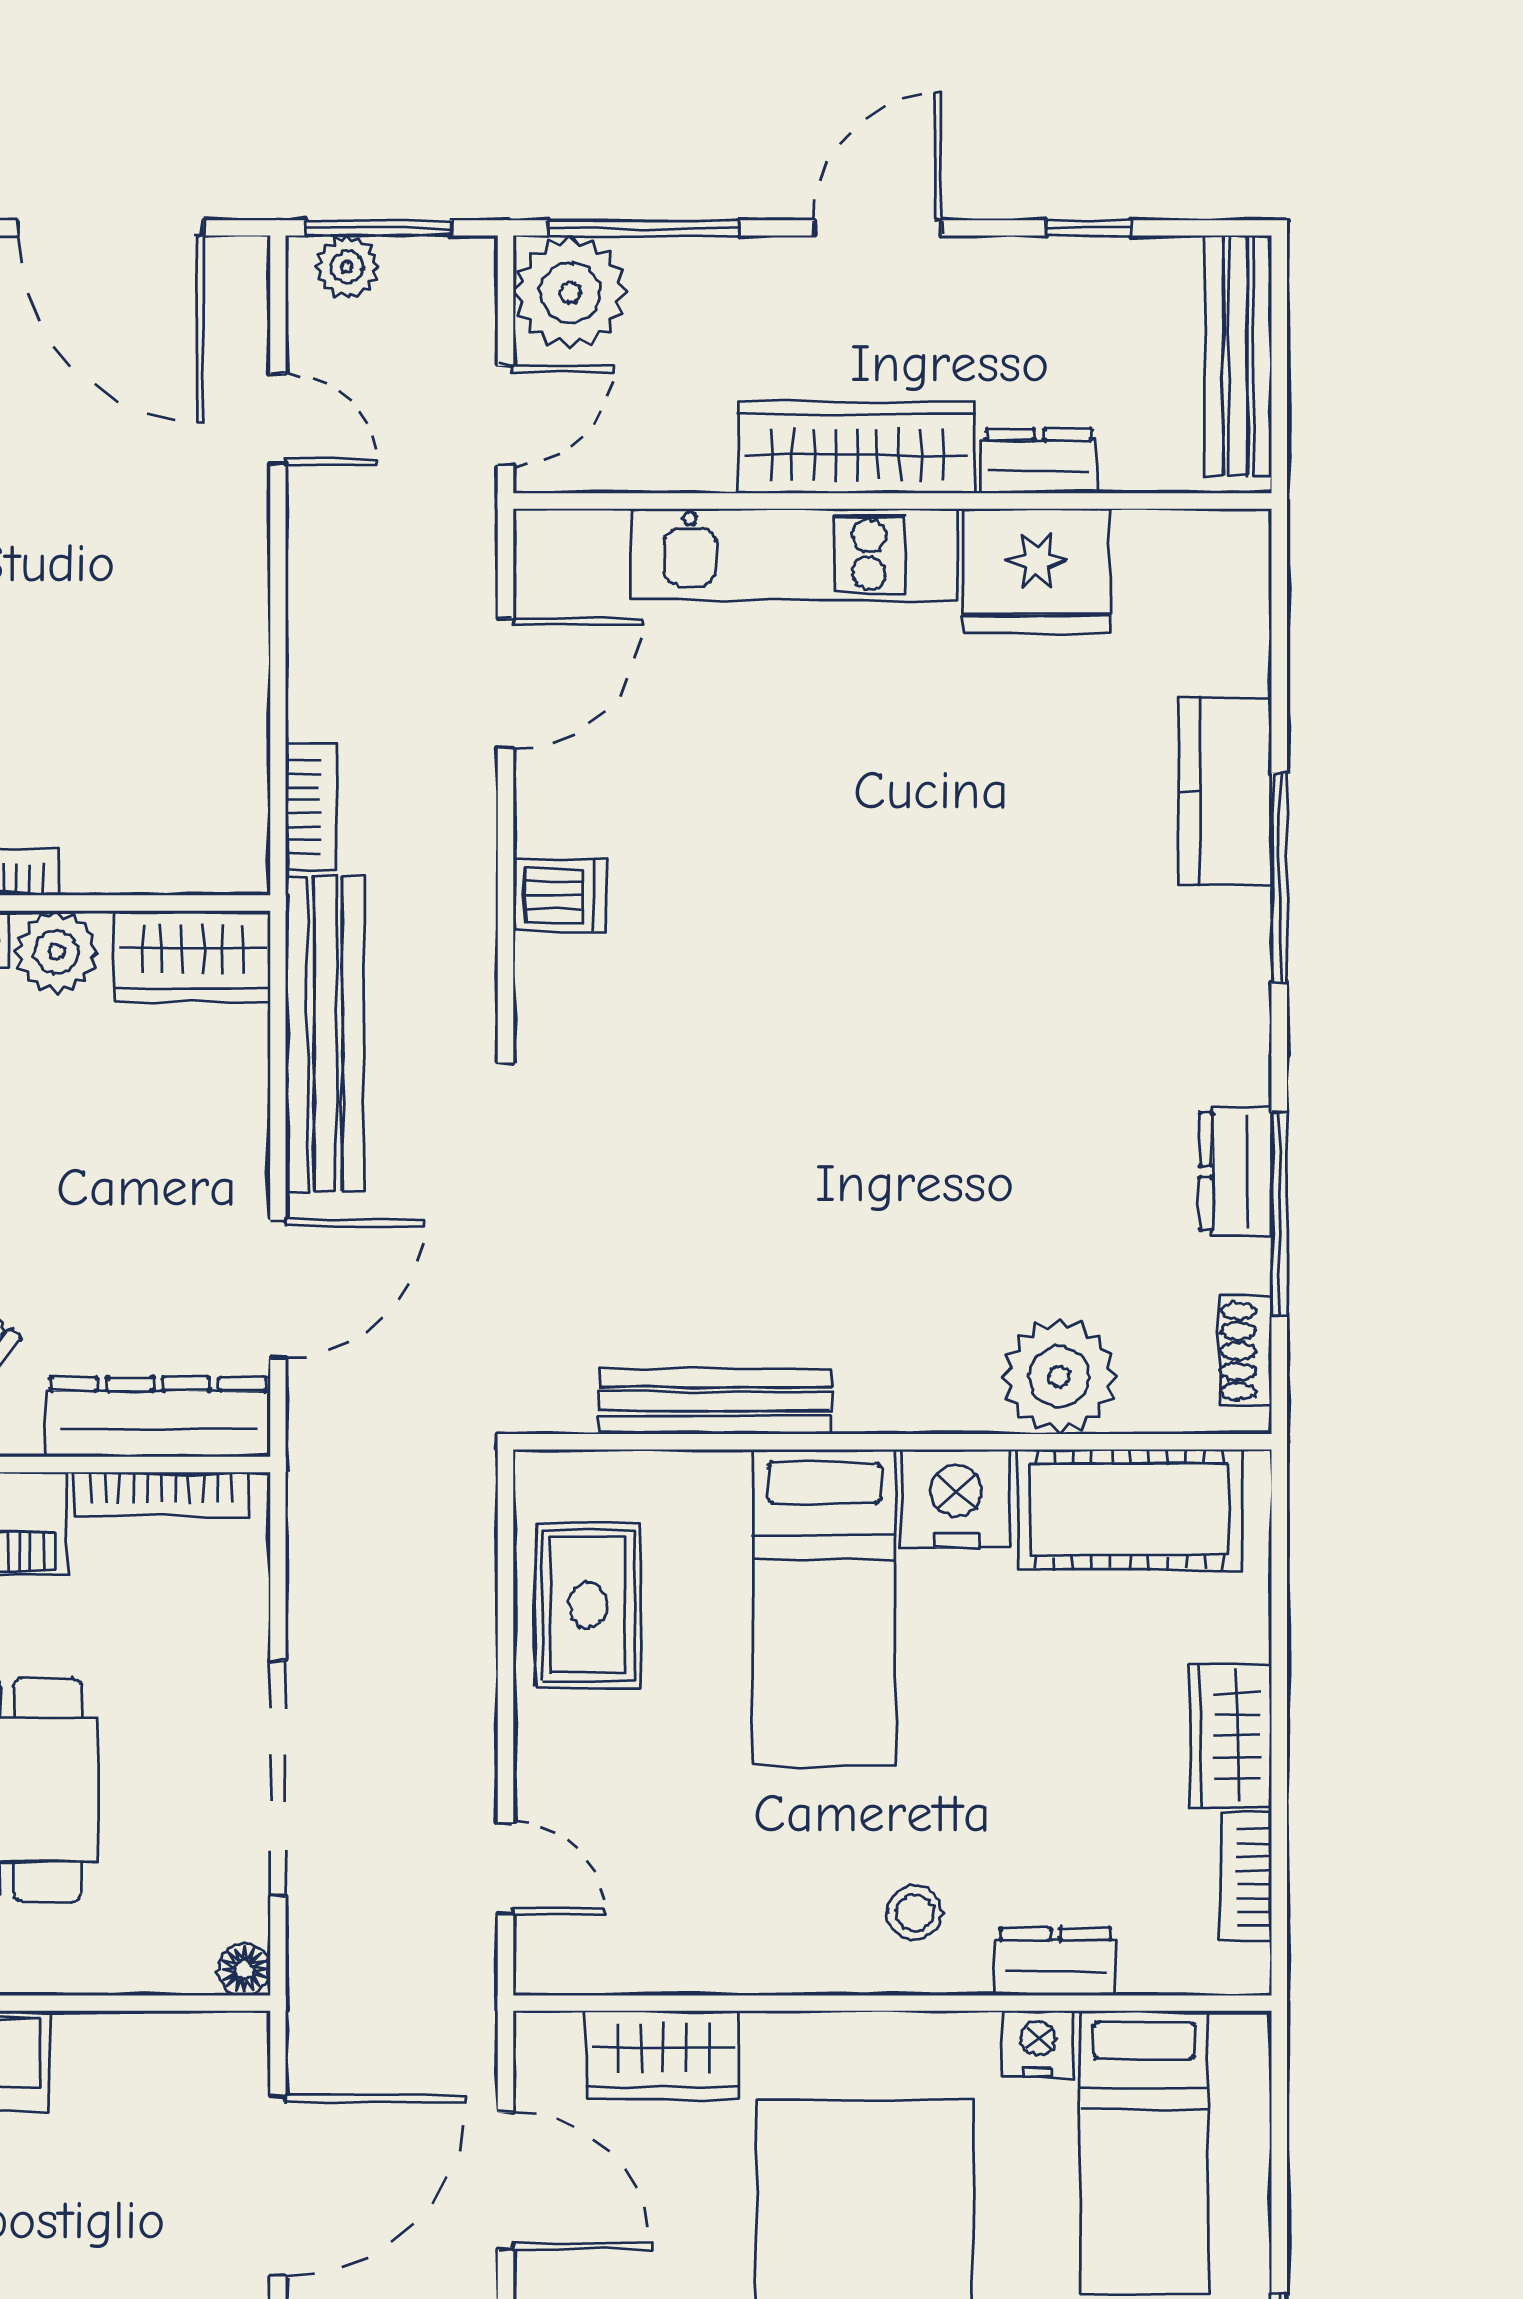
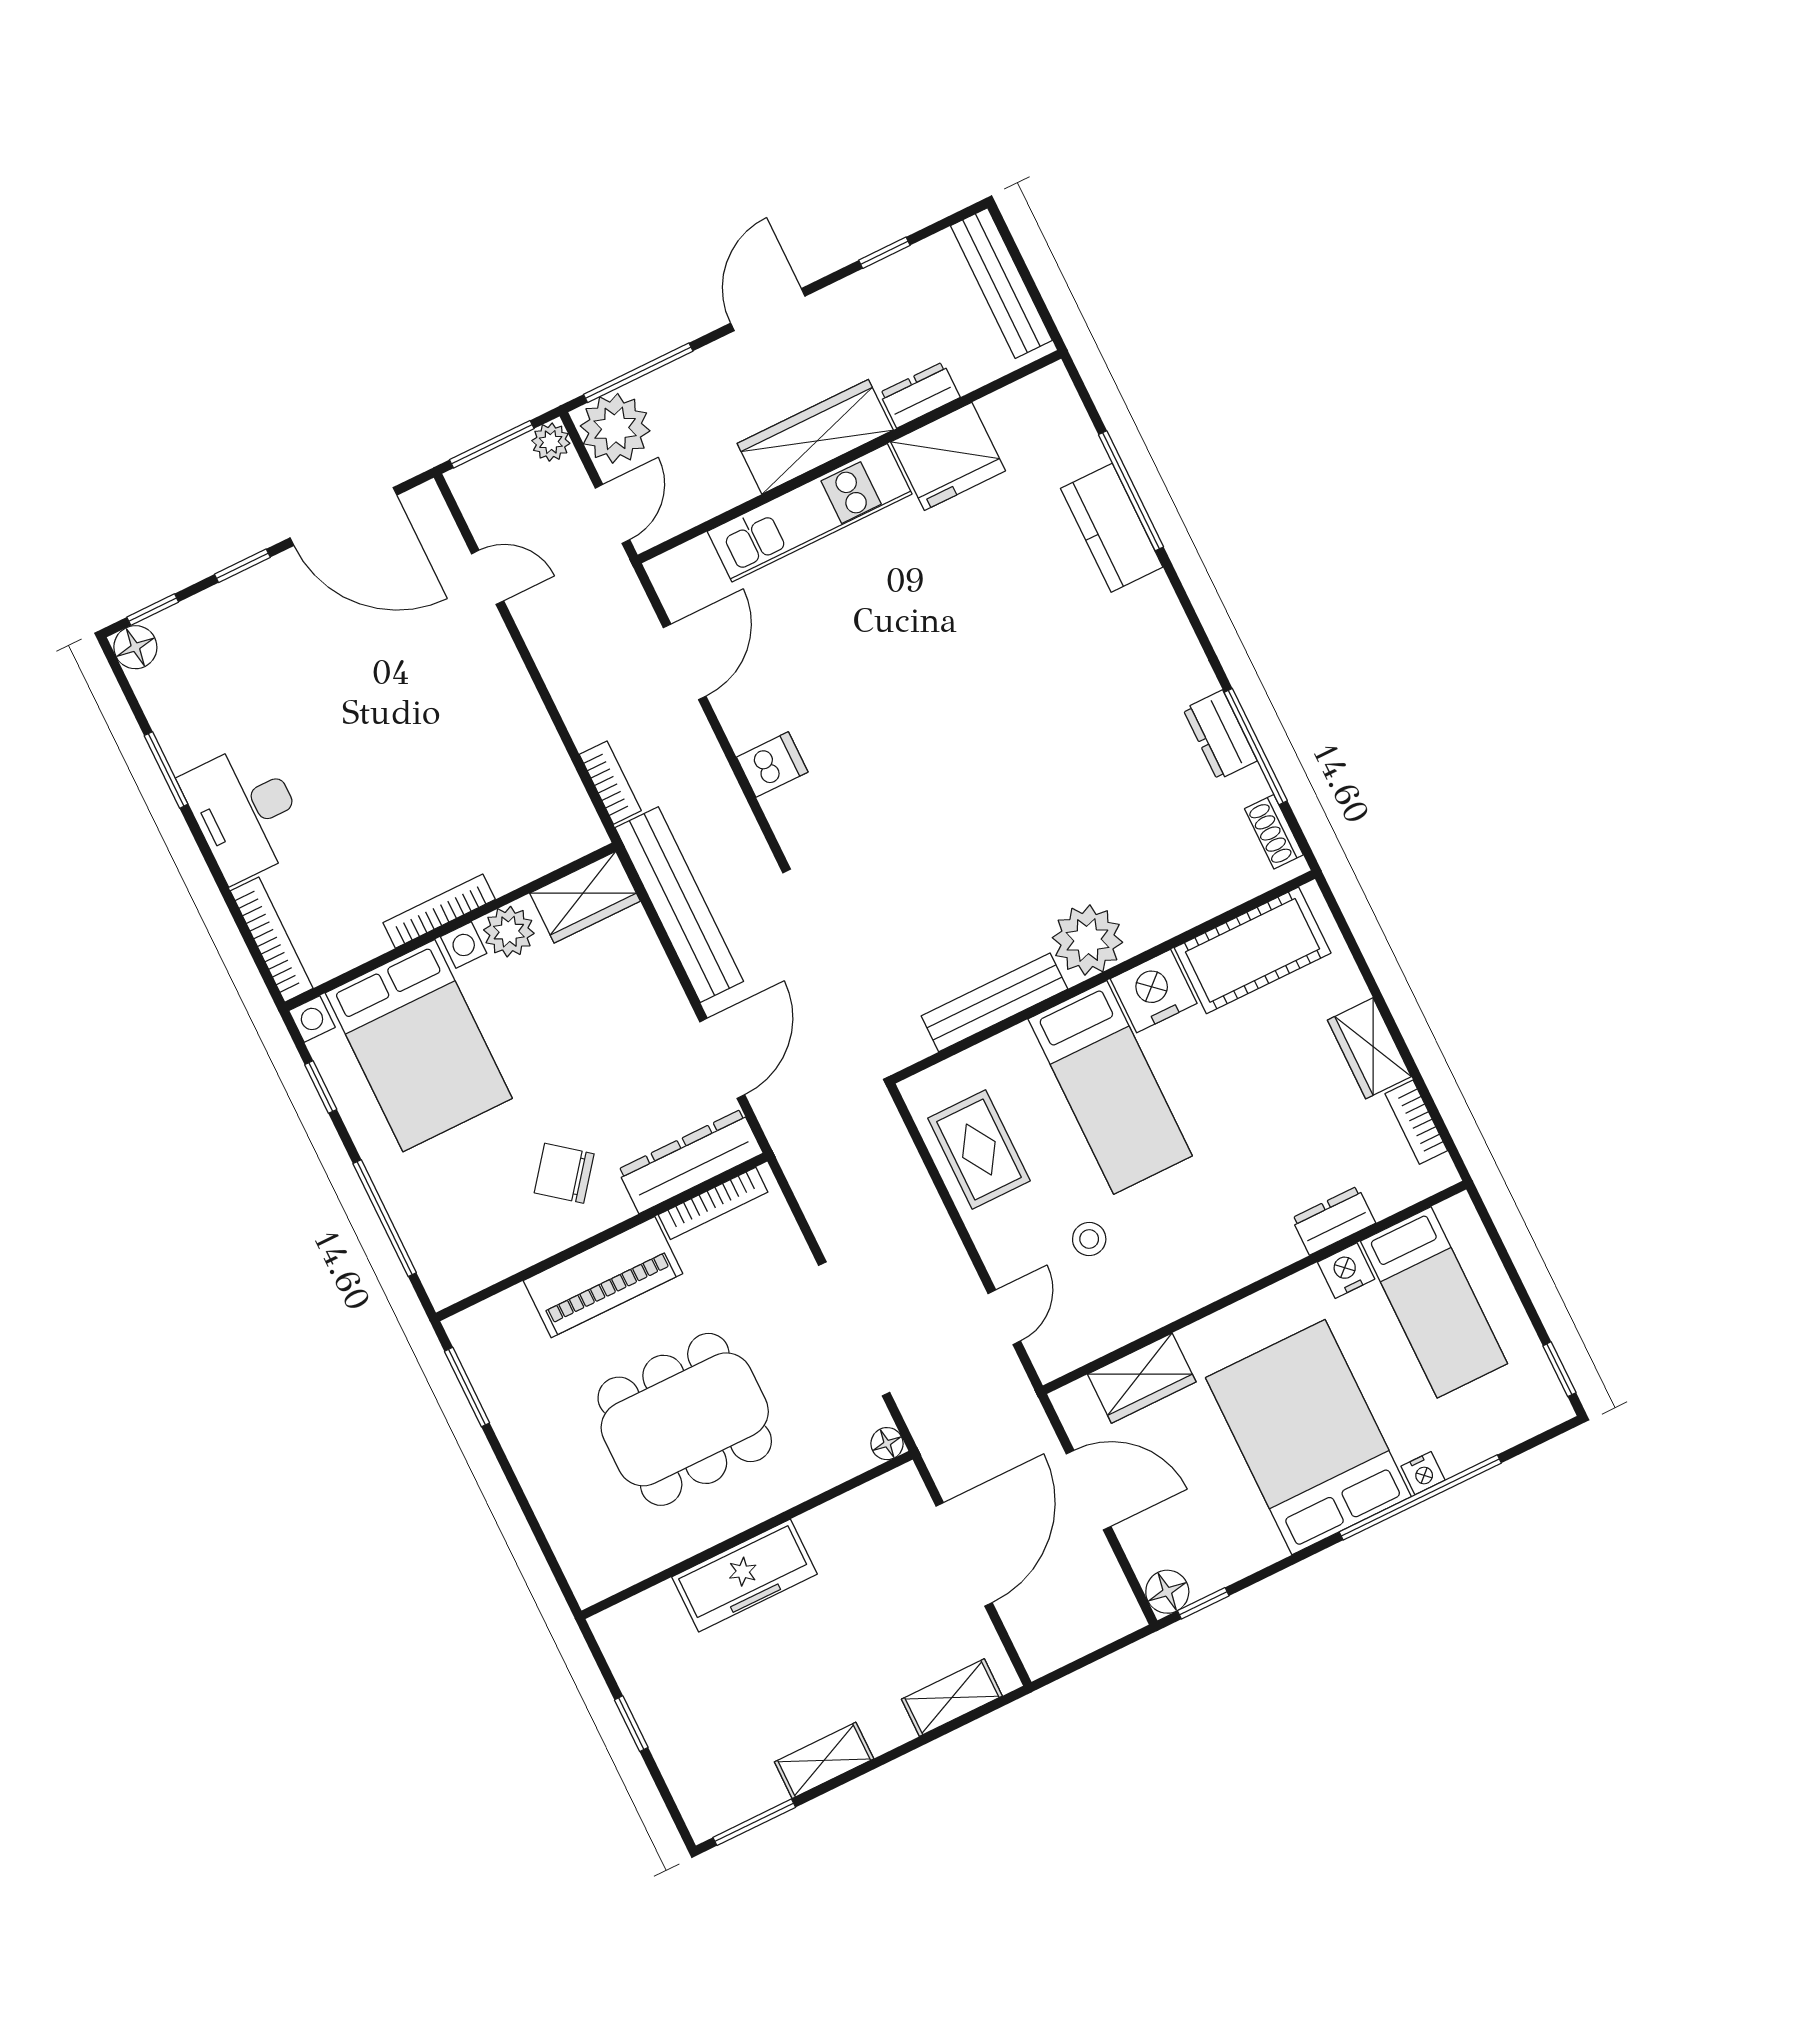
plant: (347, 267) -> (551, 442), moved
window: (1279, 878) -> (1131, 491), moved
plant: (1059, 1377) -> (1087, 940), moved
door: (505, 1868) -> (1004, 1317), hinge flipped
stool: (915, 1913) -> (1089, 1239), moved

